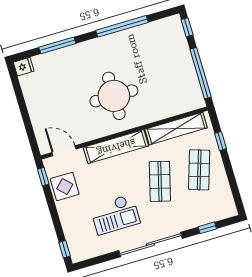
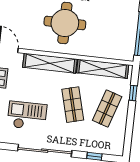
shop shelf: (160, 181) -> (73, 105), turned -30
checkout: (115, 214) -> (27, 116), turned 180

